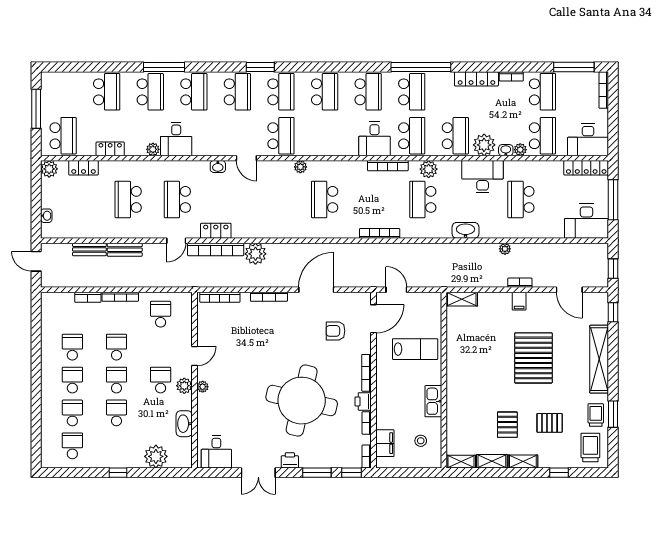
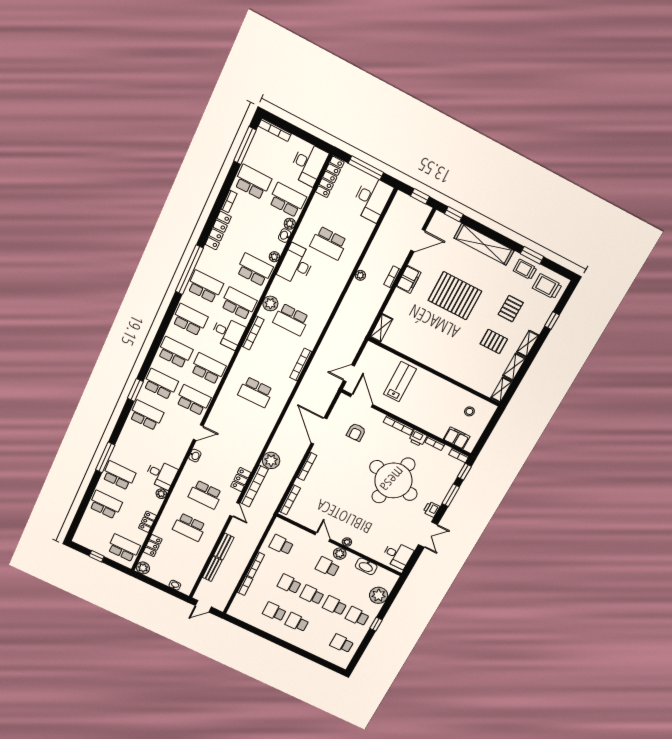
school desk: (194, 92) -> (208, 369), moved
window: (36, 109) -> (97, 556), width x0.46
plant: (484, 145) -> (274, 257), width x0.53, depth x0.53
plant: (300, 167) -> (223, 398), removed
washbasin: (466, 230) -> (331, 299), removed
filing cabinet: (519, 301) -> (409, 279), width x2.00
kitchen sink: (433, 401) -> (446, 388), removed
school desk: (72, 413) -> (357, 616), moved

